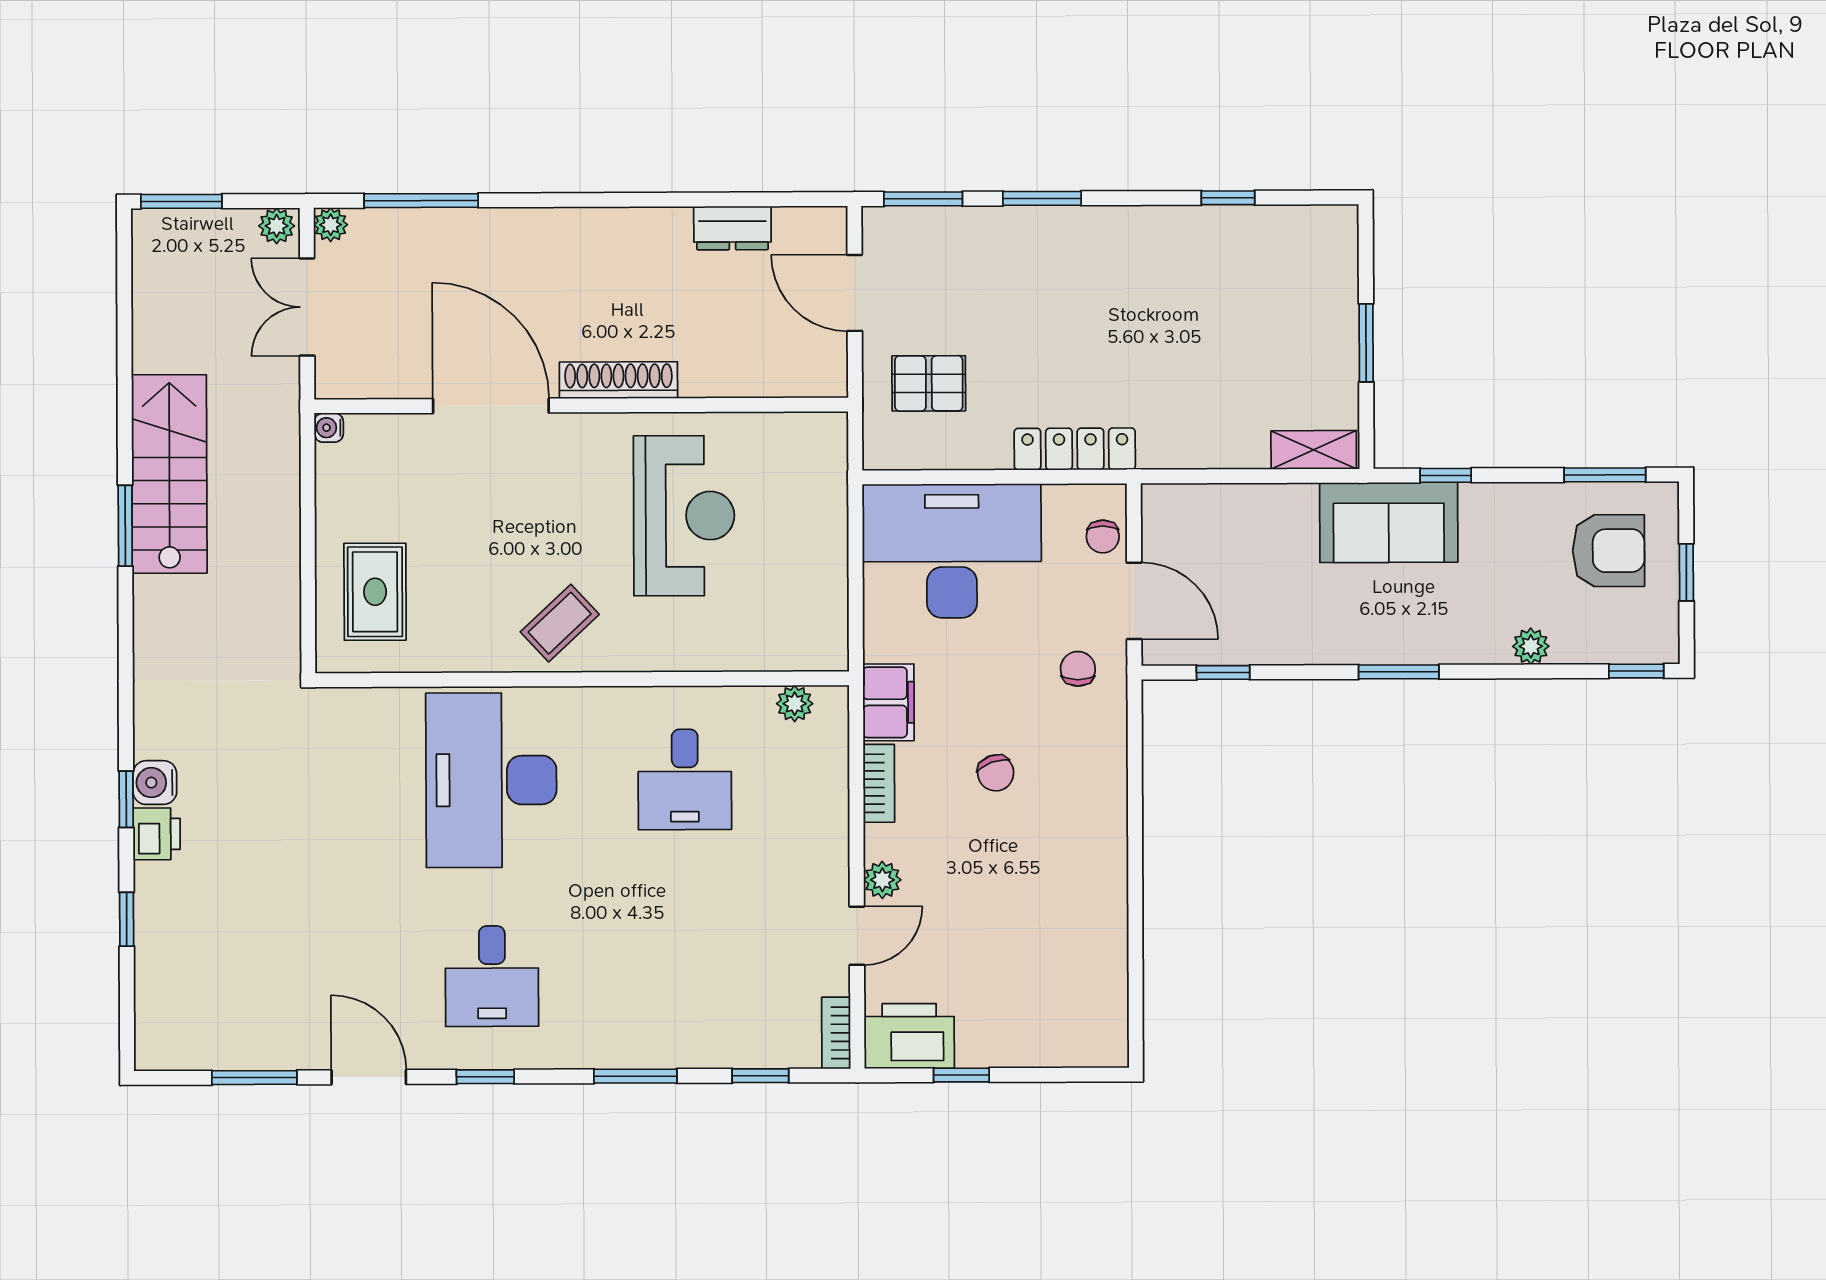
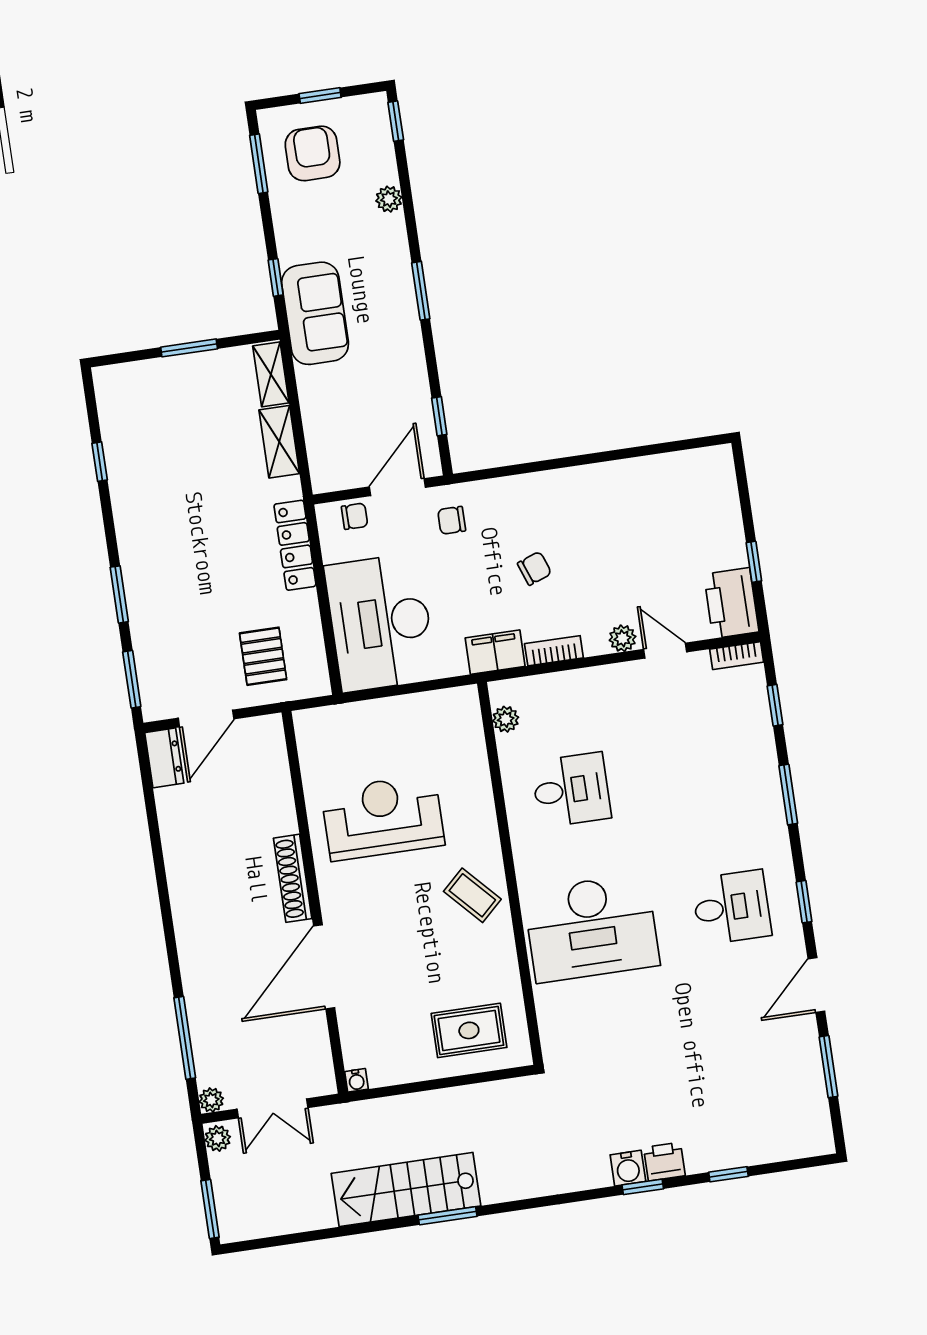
dresser: (732, 228) -> (164, 758), moved
shelving: (1220, 448) -> (279, 442), added

